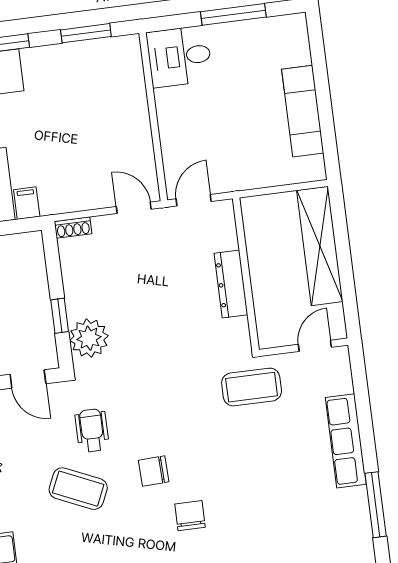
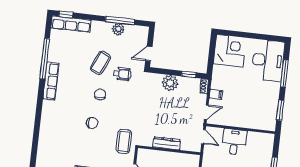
desk: (179, 56) -> (234, 142), moved
filing cabinet: (27, 203) -> (216, 94), moved
window: (60, 316) -> (189, 74), moved
plant: (89, 338) -> (170, 83), moved
chair: (190, 516) -> (92, 123), moved

